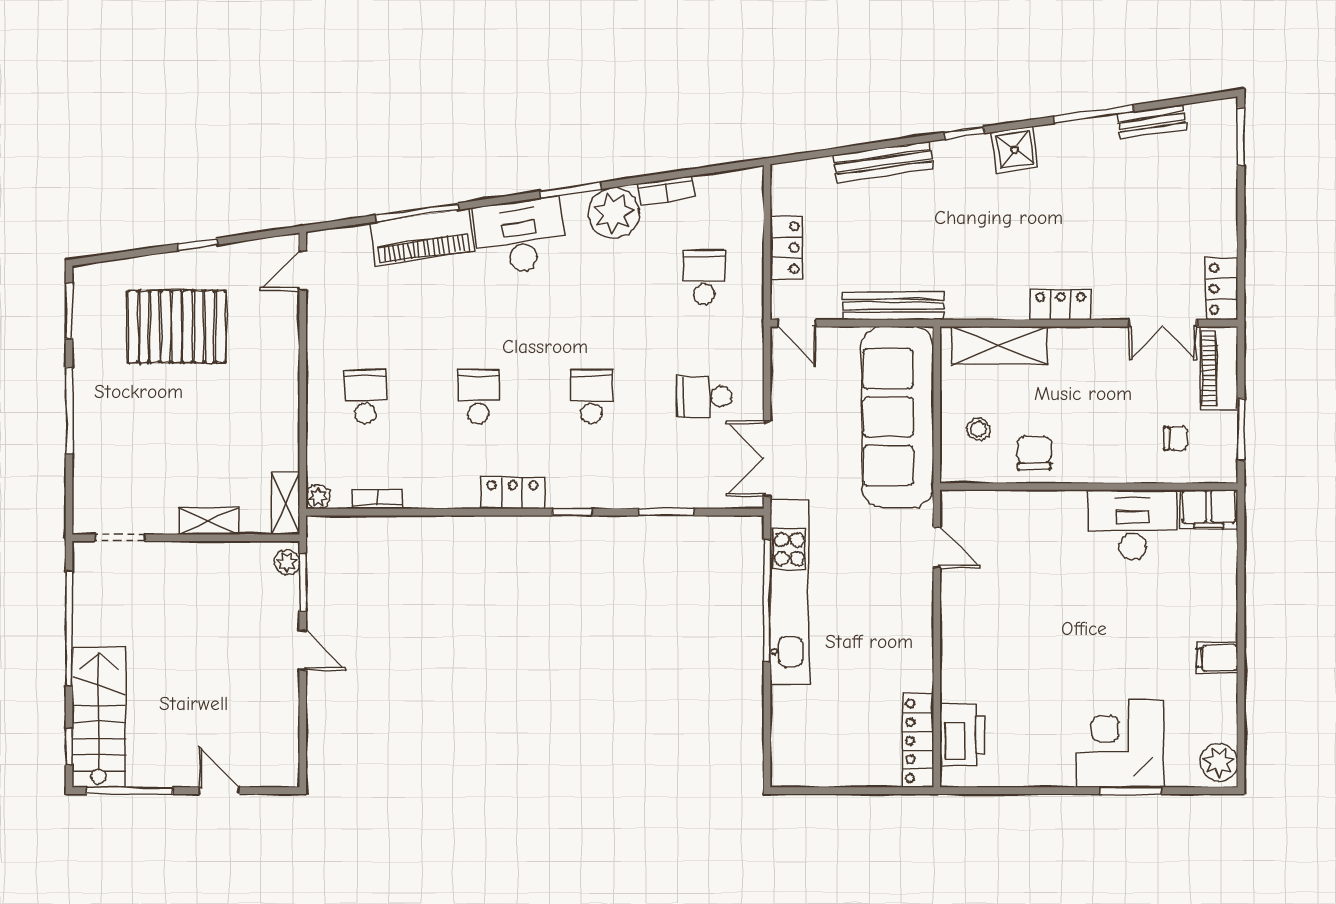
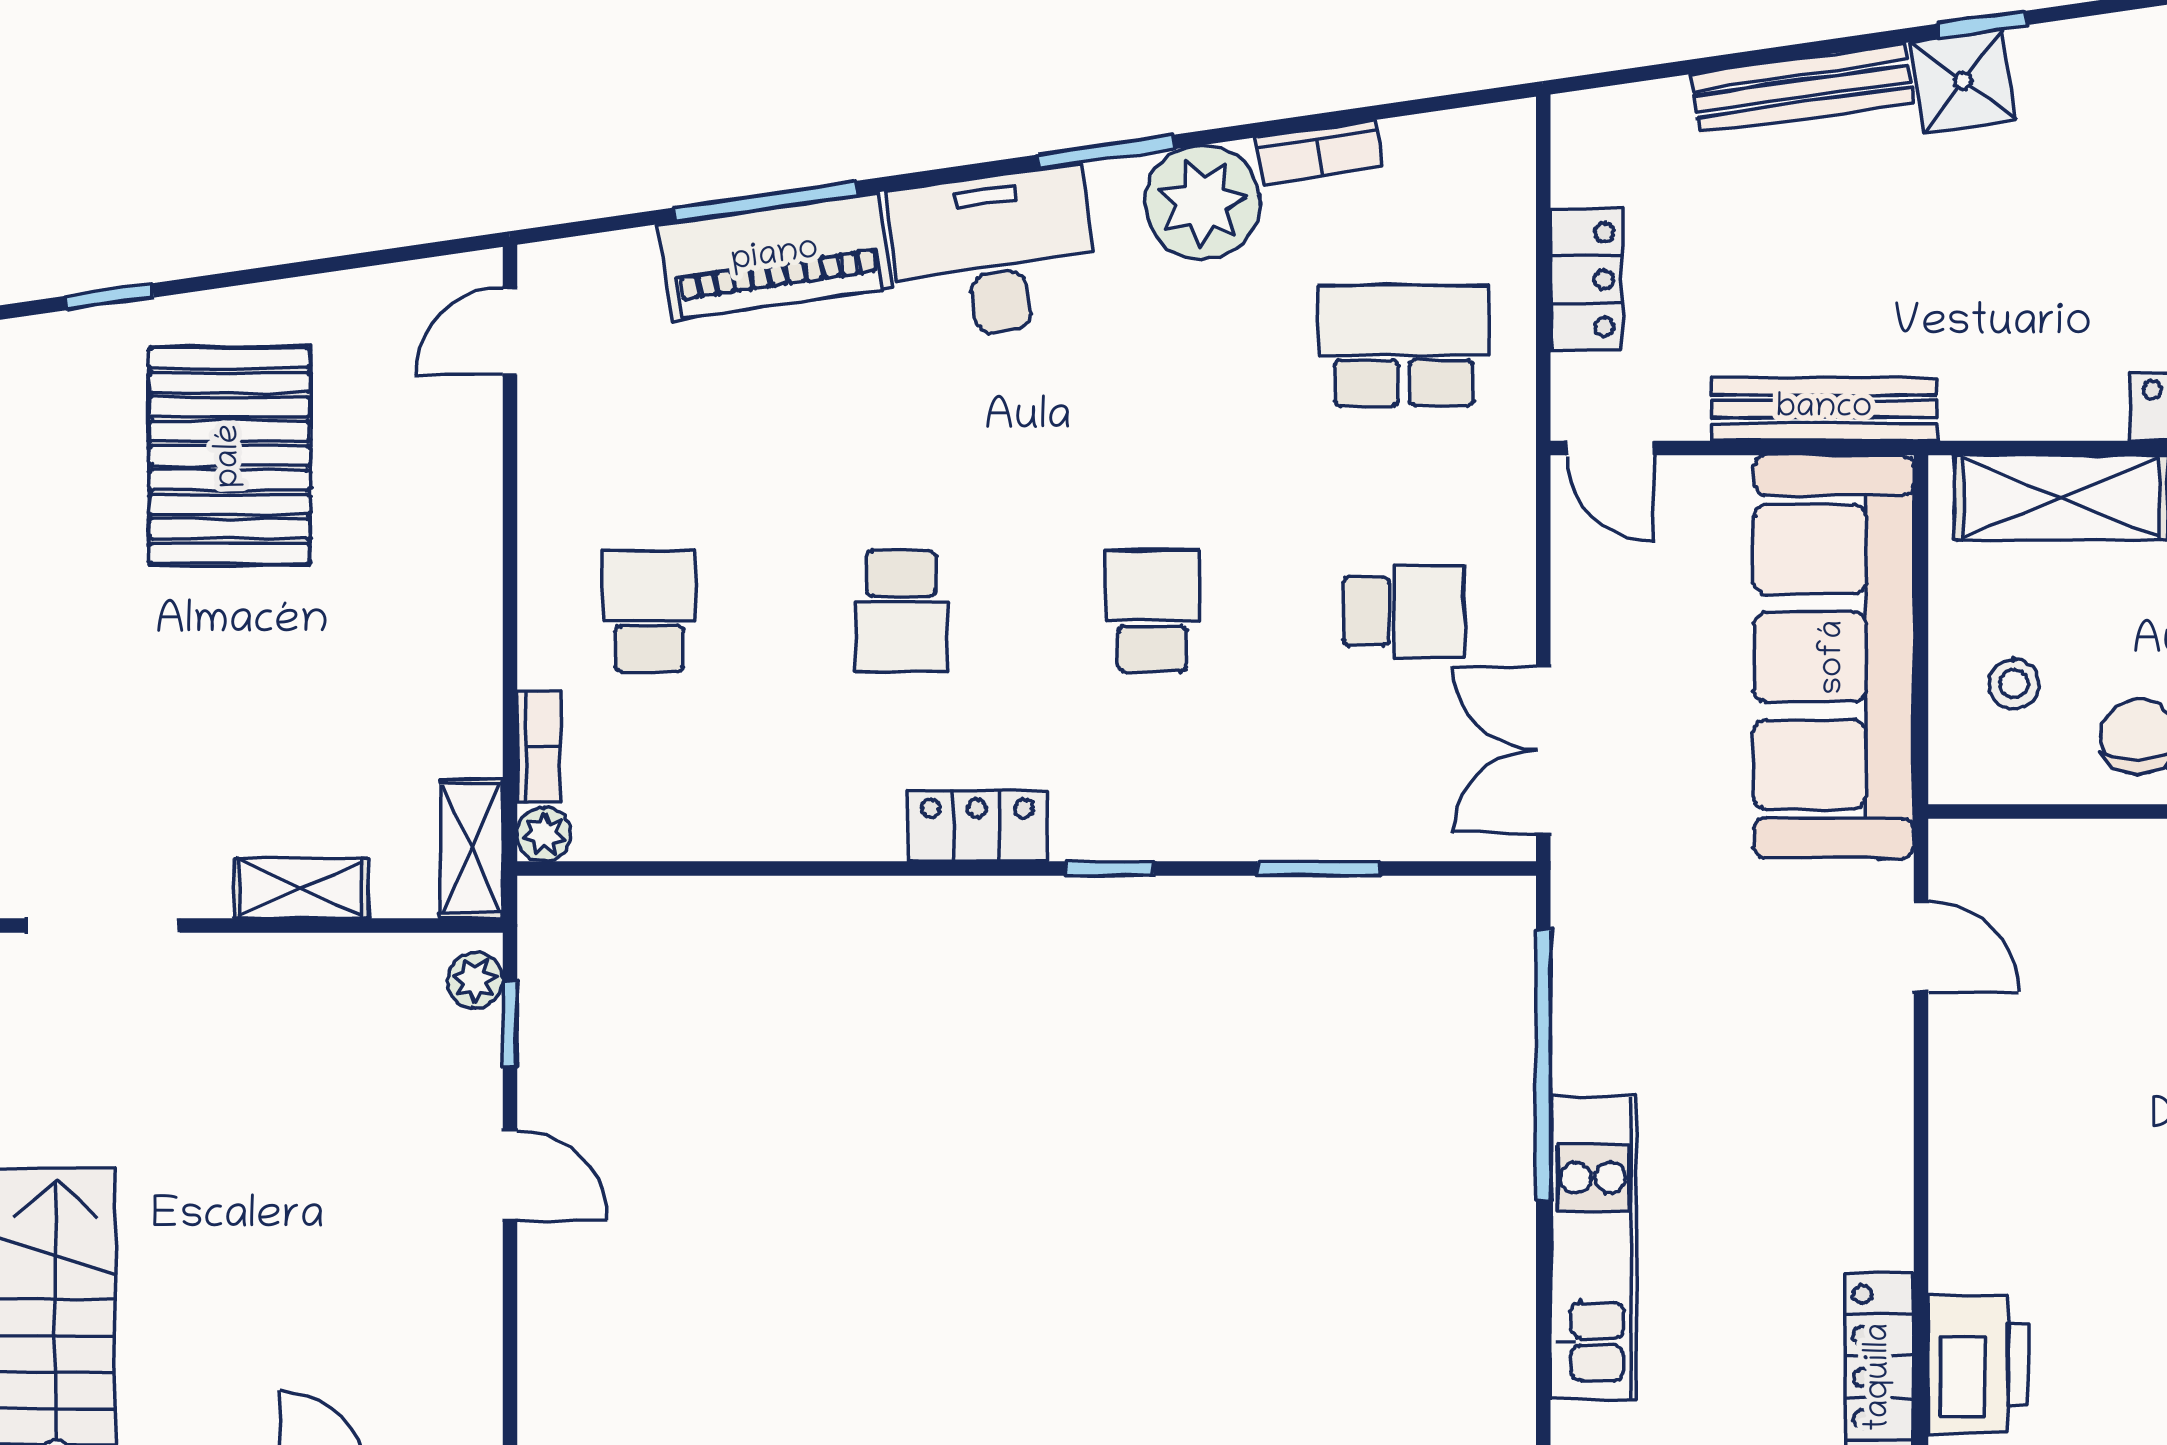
shower: (1015, 150) -> (1963, 81), moved
window: (198, 244) -> (109, 297), moved
school desk: (704, 277) -> (1404, 346), width x1.85
pallet: (177, 327) -> (230, 456), turned 90
school desk: (478, 396) -> (901, 611), turned 180
school desk: (704, 396) -> (1404, 611), turned 180
bookcase: (377, 499) -> (539, 746), moved, turned 90
doorway: (120, 538) -> (103, 925), width x1.38
window: (303, 582) -> (510, 1024), width x0.67
kitchen unit: (789, 592) -> (1593, 1248), moved, width x0.73

